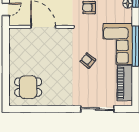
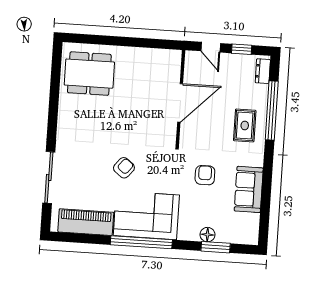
dining table: (28, 87) -> (89, 74), width x1.38

